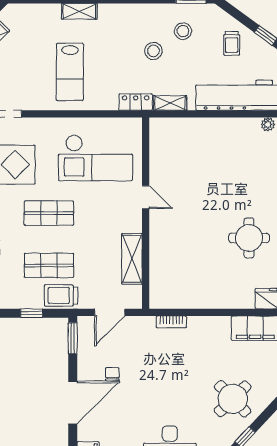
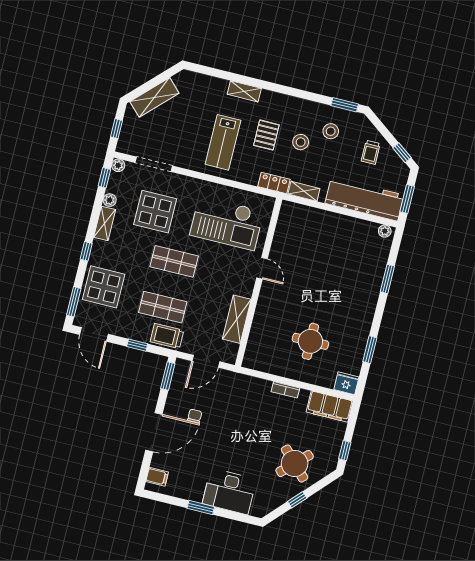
pallet: (115, 52) -> (266, 135), added
round table: (249, 238) -> (310, 341), moved
bookcase: (171, 322) -> (285, 390), moved

